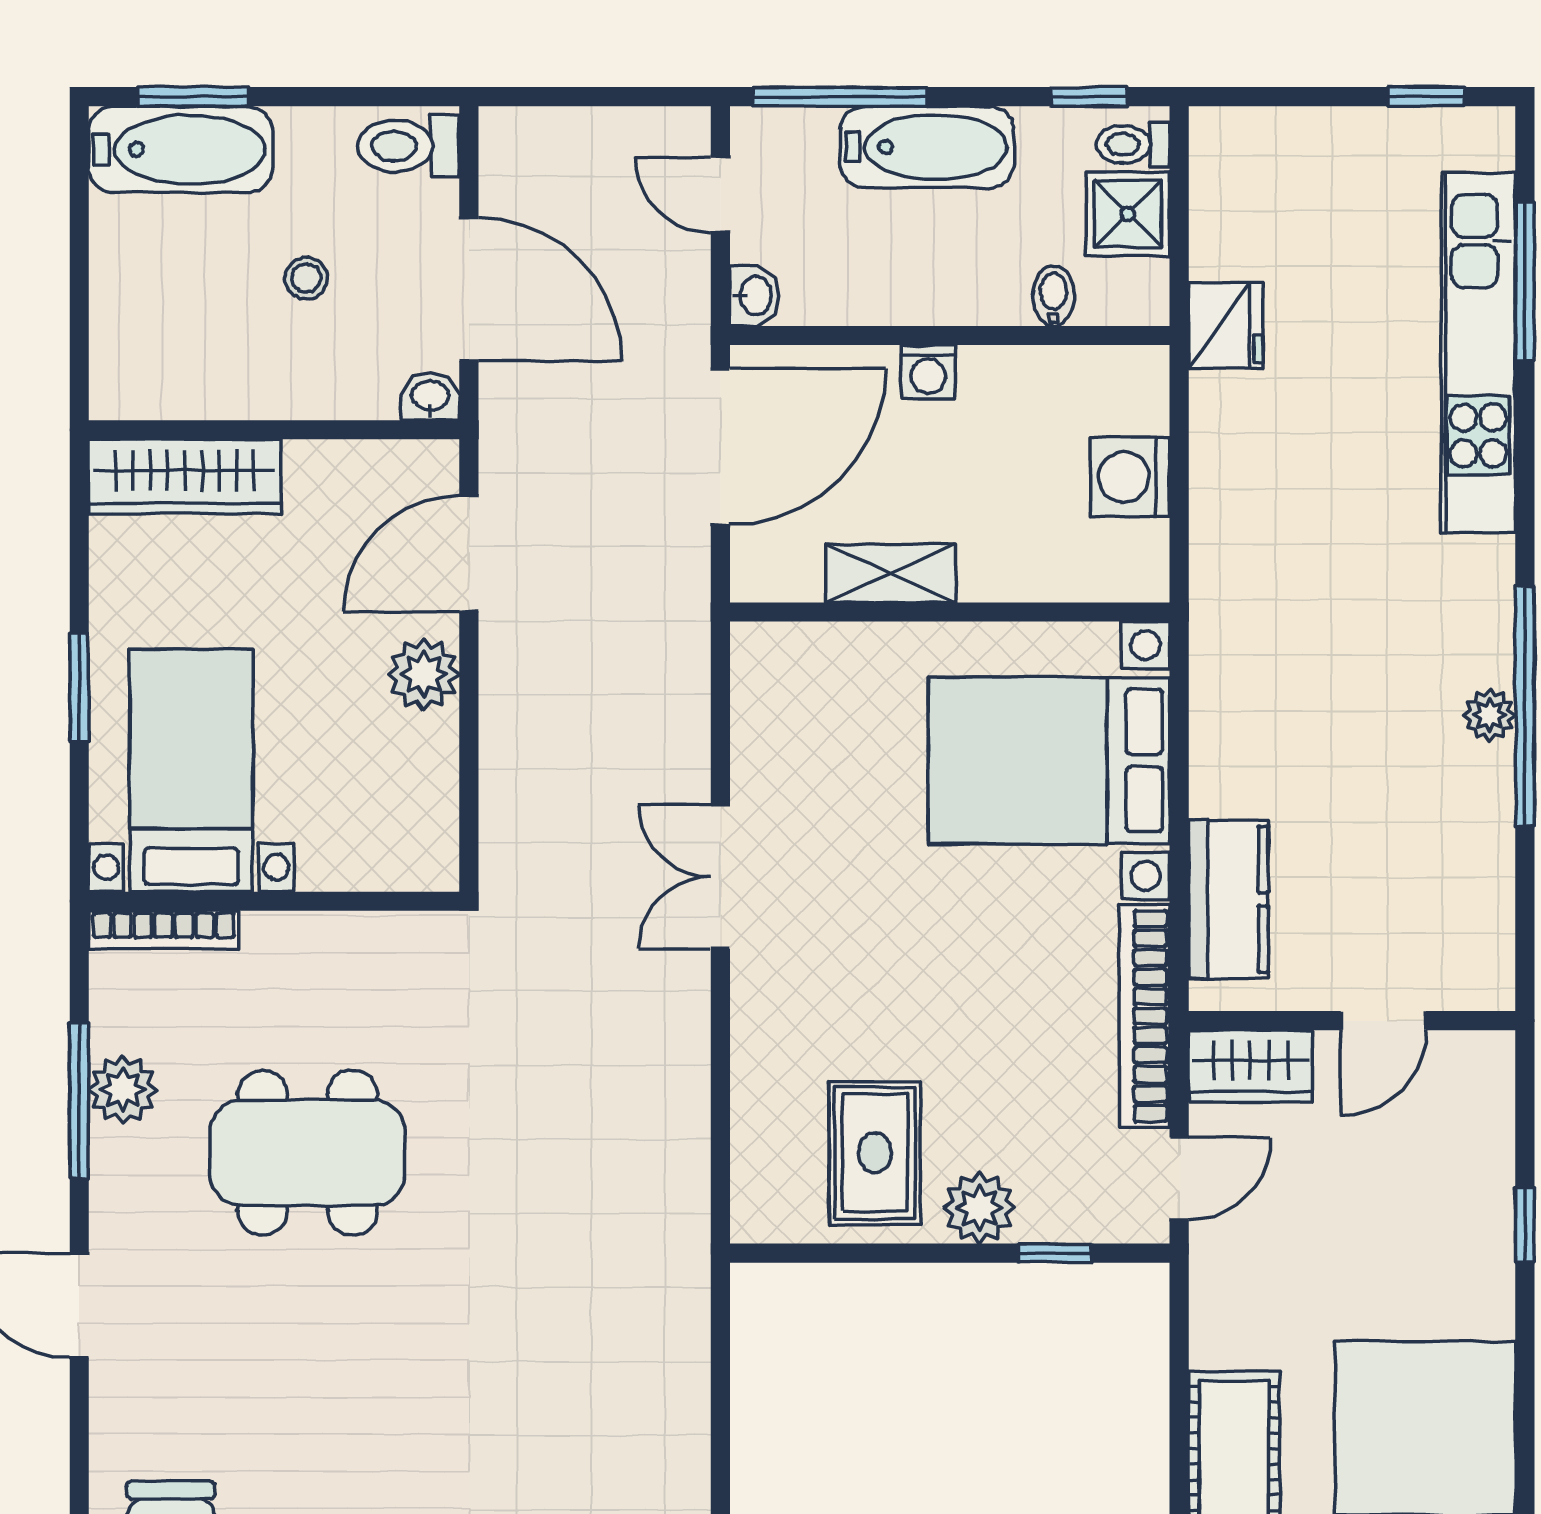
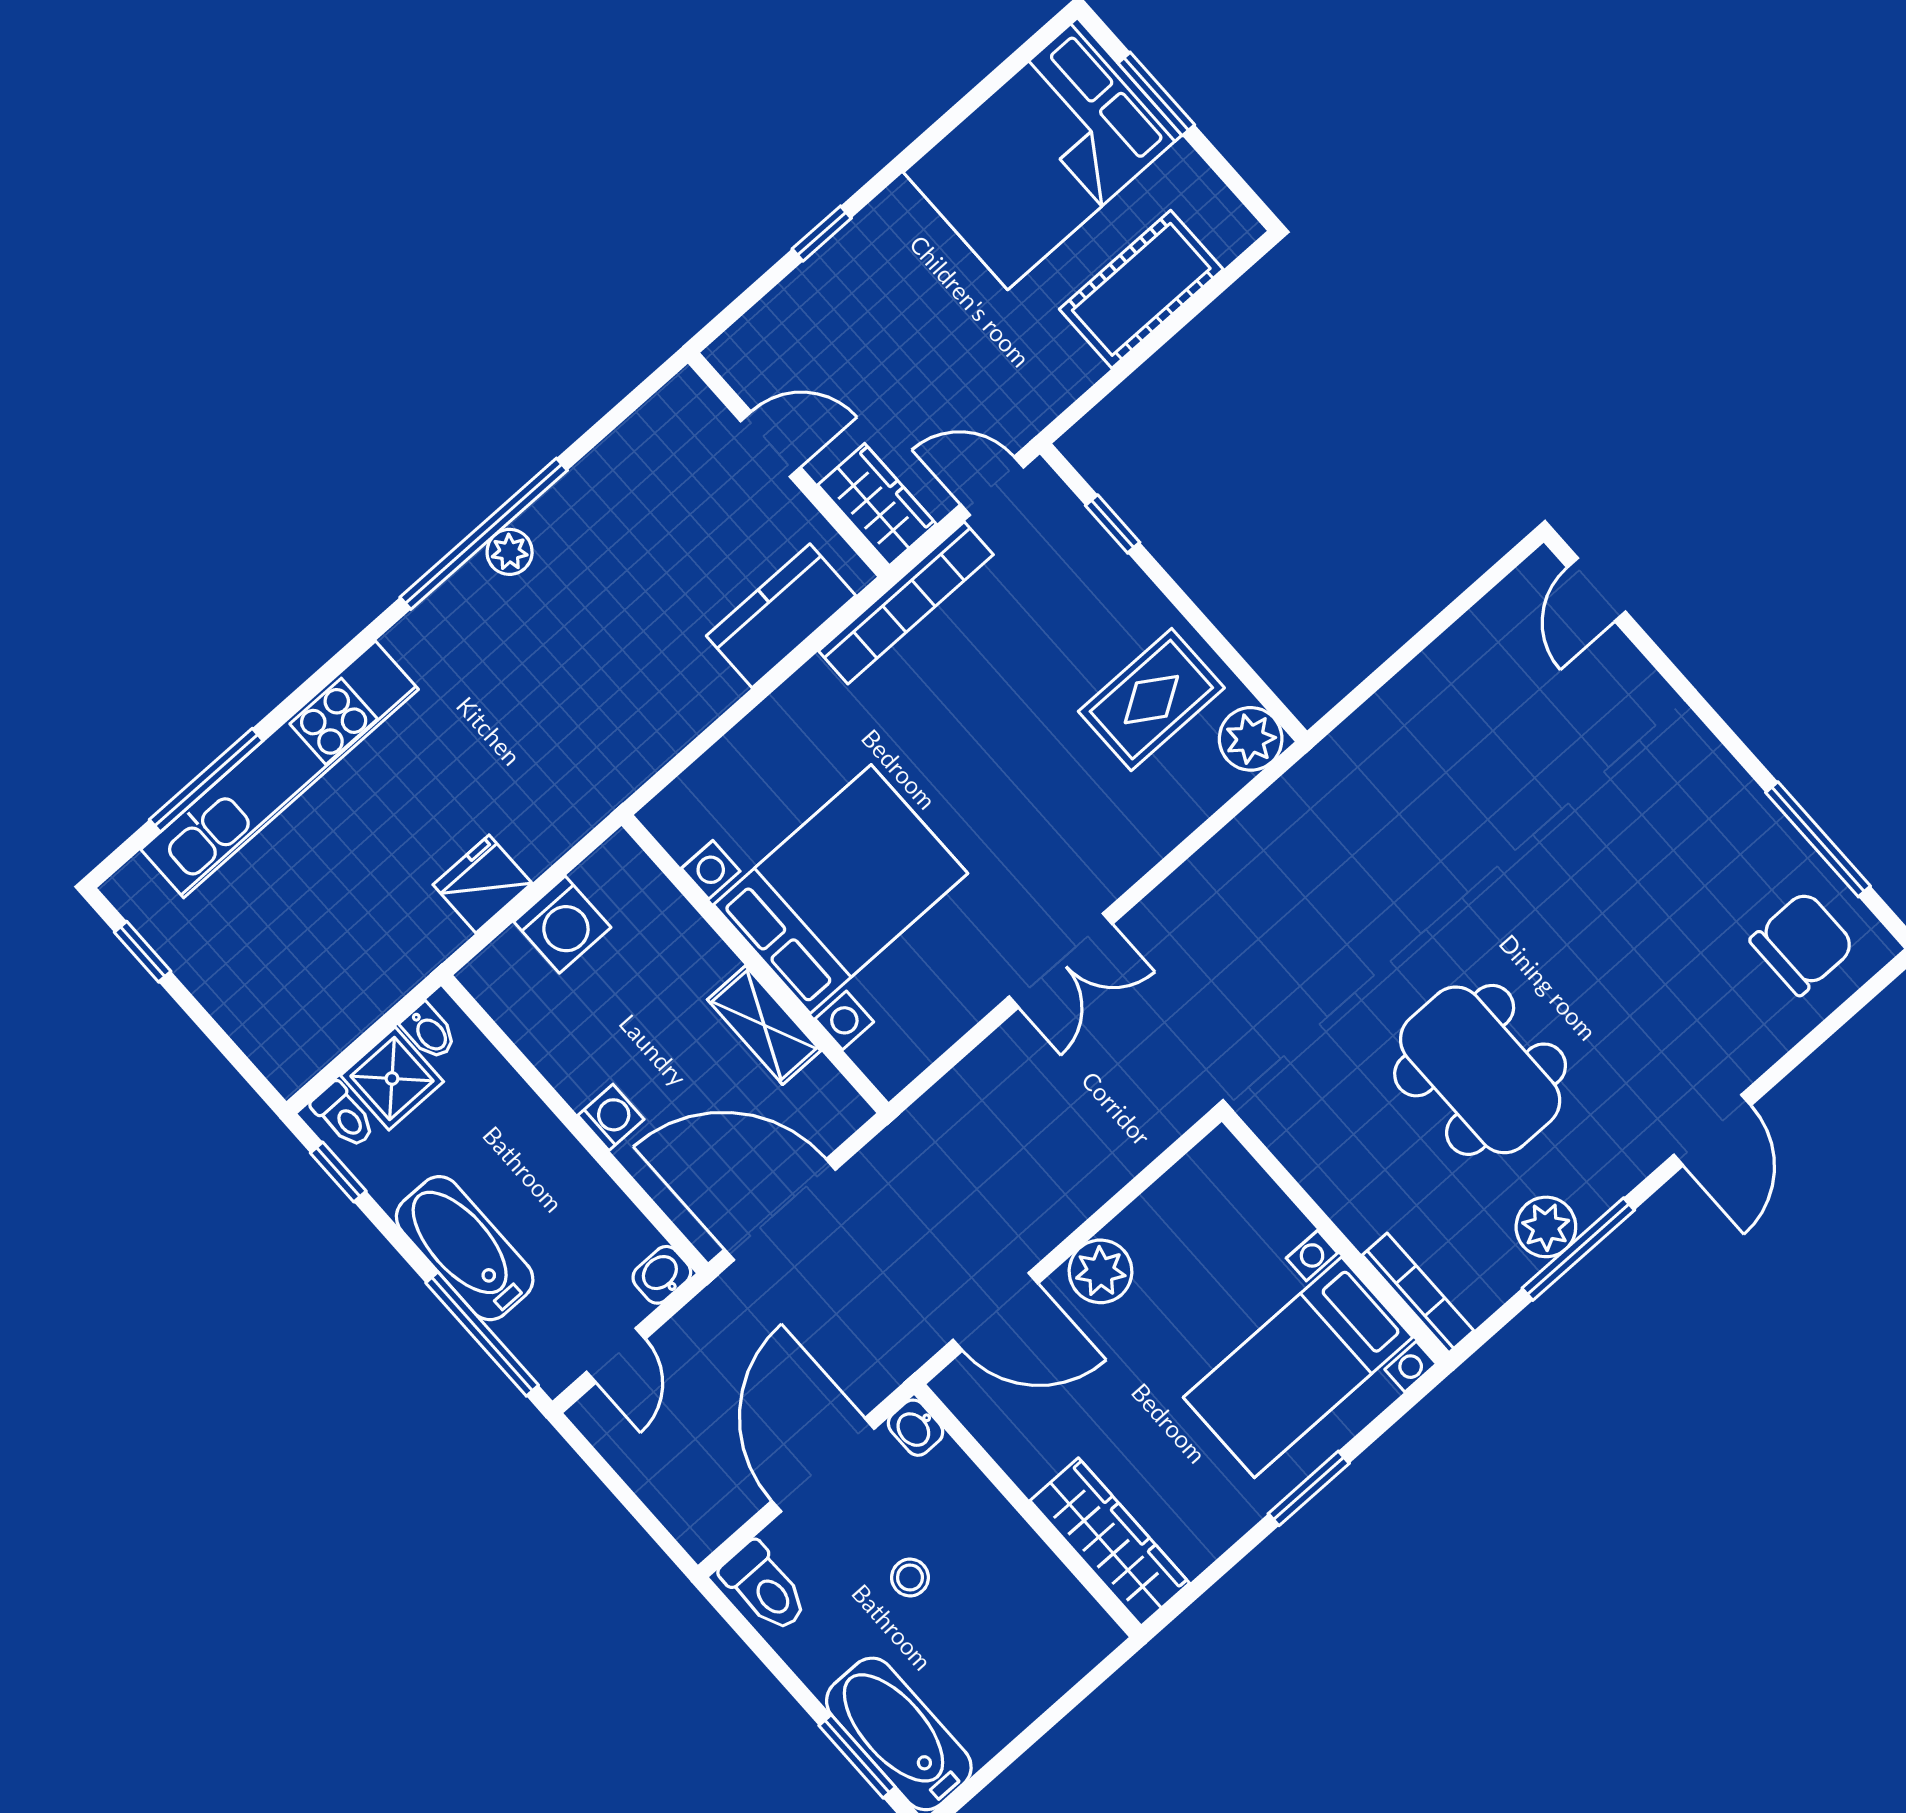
bidet: (1054, 296) -> (429, 1032), moved, turned -90
fridge: (1226, 326) -> (482, 884), moved
bed with nightstands: (1049, 760) -> (841, 889), moved, turned -90
plant: (979, 1208) -> (1251, 739), moved

